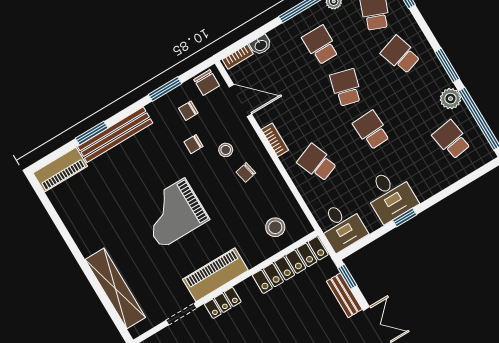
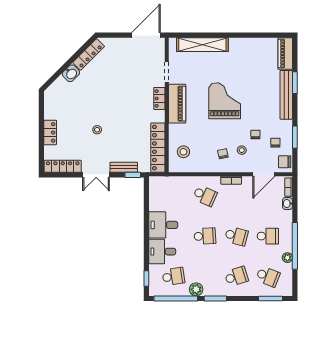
school desk: (317, 163) -> (205, 196), turned 45
window: (405, 217) -> (146, 279), moved
desk: (342, 226) -> (162, 252), moved

